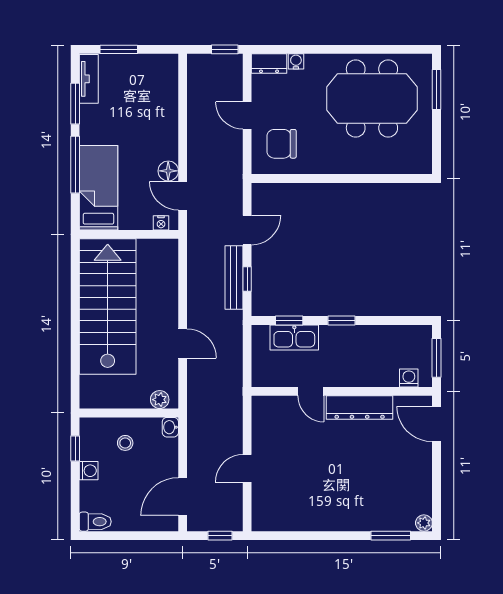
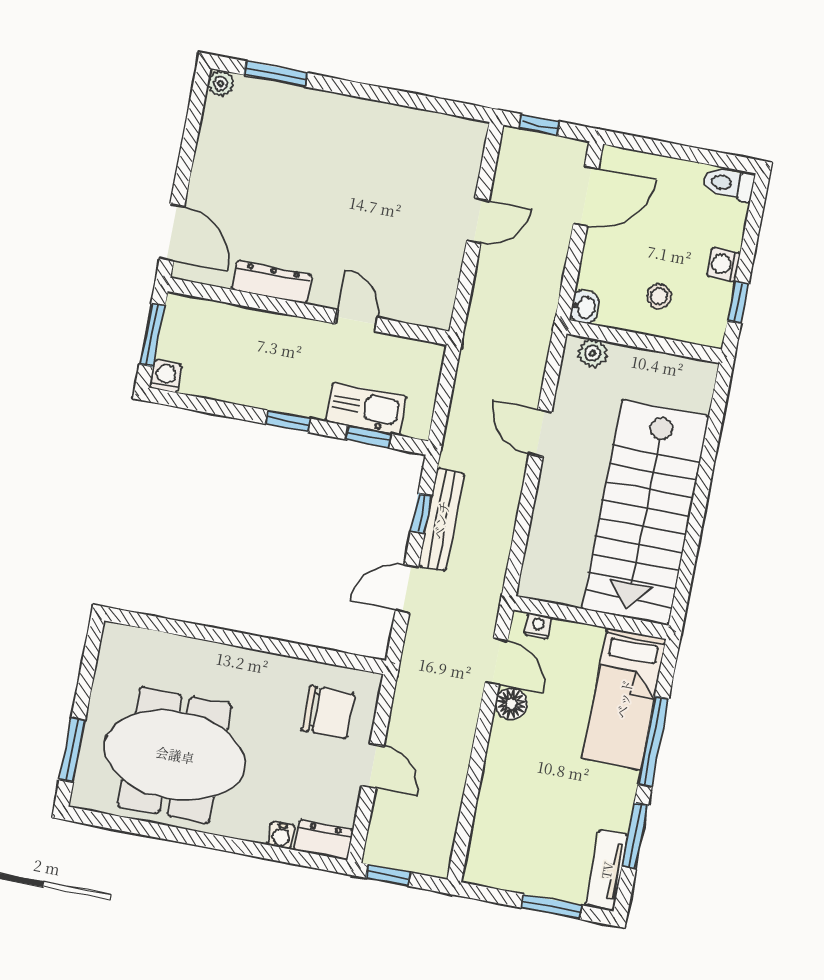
washing machine: (409, 378) -> (166, 376), moved, turned 180
dresser: (360, 408) -> (271, 282), width x0.73, depth x0.80

